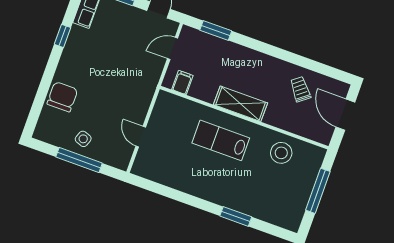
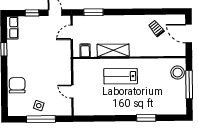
shelving: (240, 104) -> (113, 50), moved
stool: (281, 153) -> (178, 73), moved

